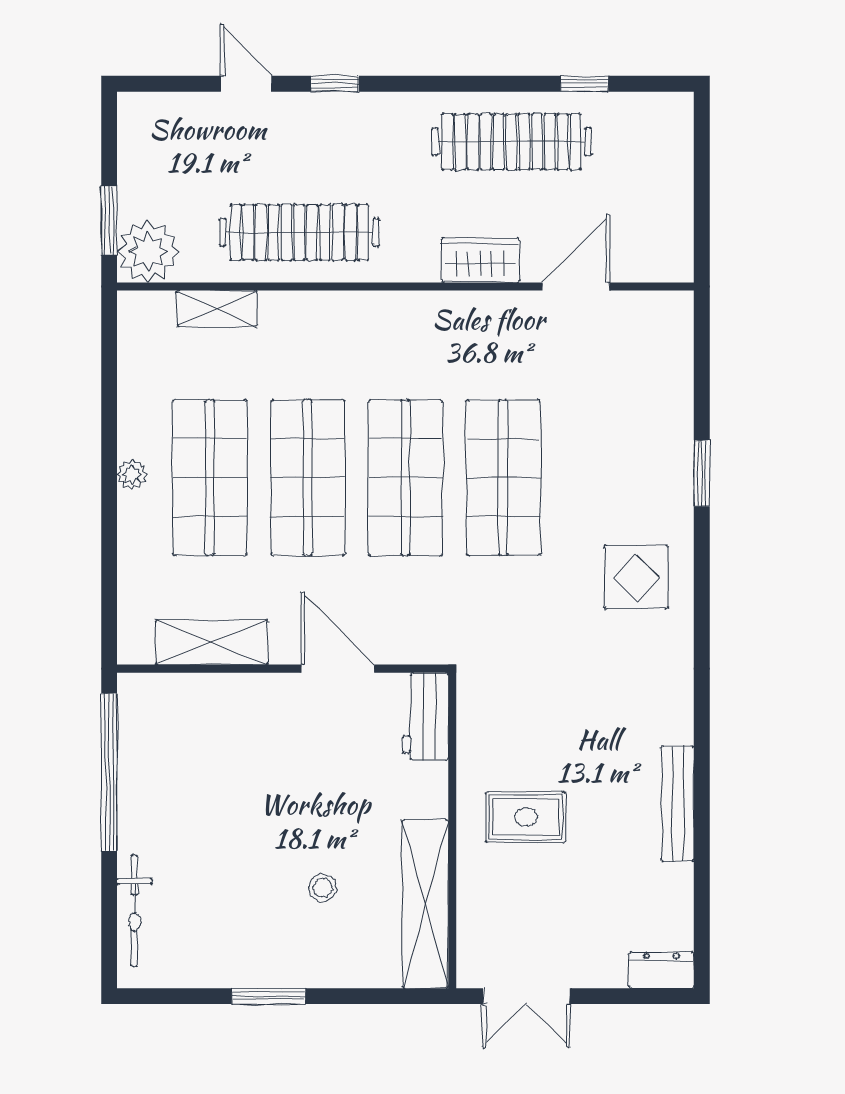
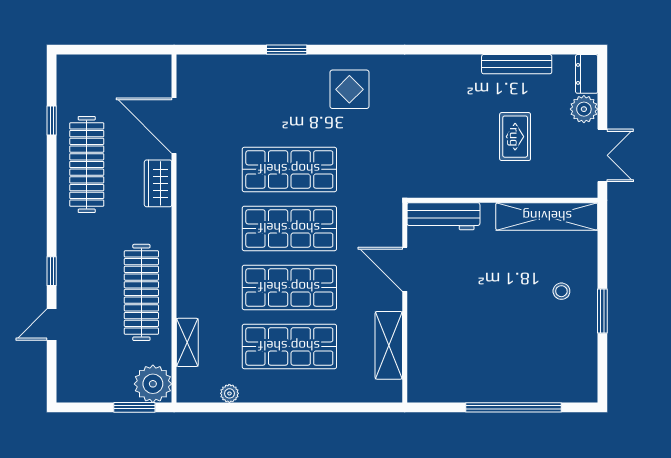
door: (576, 287) -> (174, 126), width x1.36
plant: (132, 475) -> (229, 393), moved
door: (338, 669) -> (405, 269), hinge flipped
workbench: (426, 716) -> (443, 216), width x1.38
window: (109, 772) -> (514, 407), moved
bench: (678, 804) -> (517, 64), moved
rug: (526, 817) -> (515, 137), moved
stool: (323, 888) -> (561, 291), moved
bicycle: (135, 911) -> (551, 392), removed
plant: (603, 966) -> (584, 109), added

